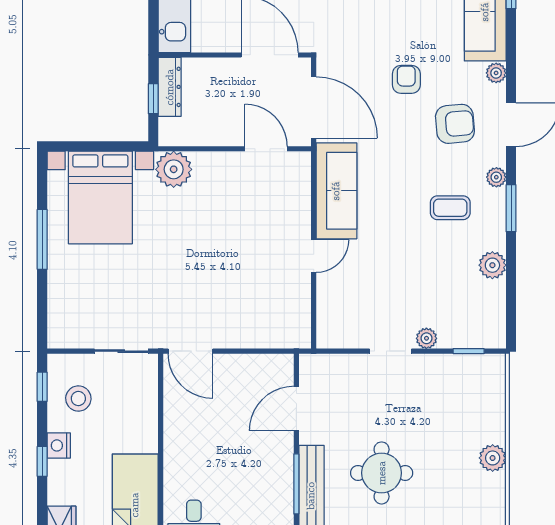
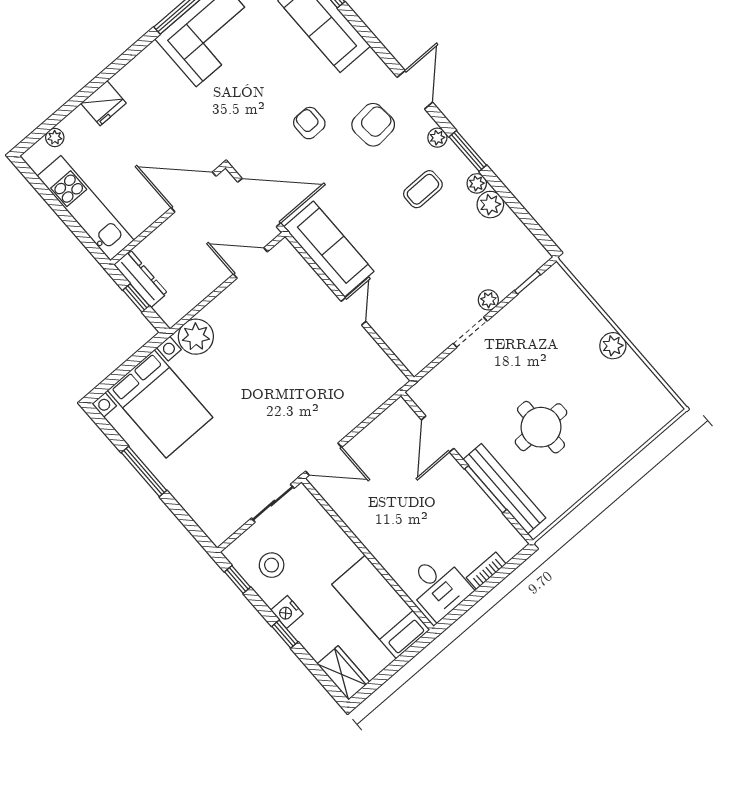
plant: (496, 73) -> (477, 183), moved

